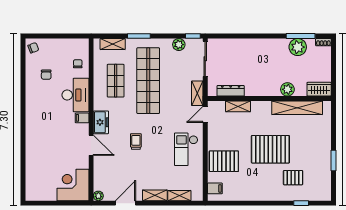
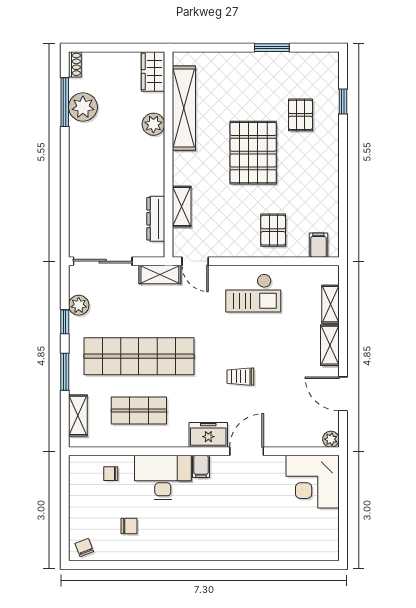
window: (193, 36) -> (65, 322), moved
pallet: (224, 161) -> (273, 230), width x0.67, depth x0.71

